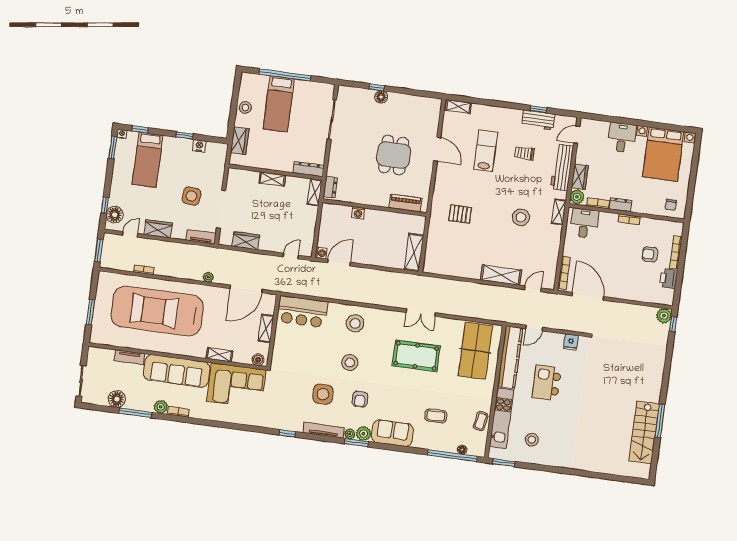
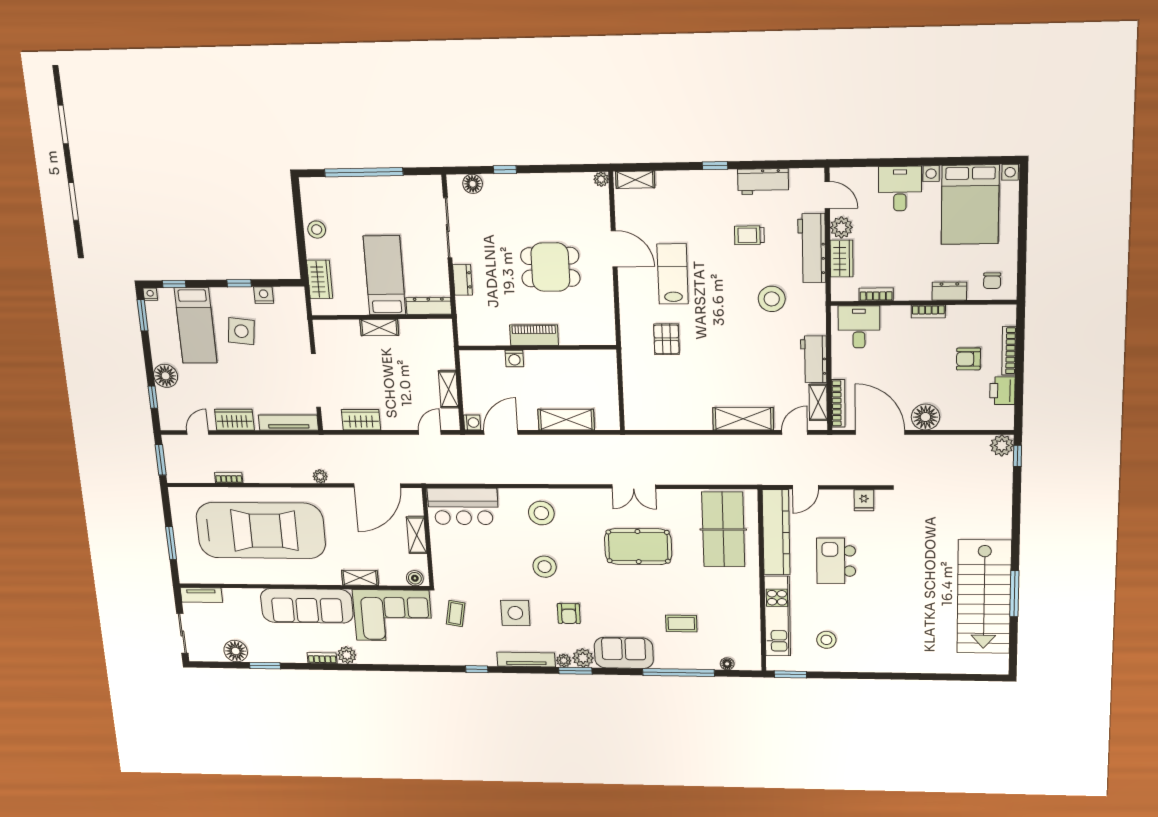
floor lamp: (381, 97) -> (473, 184), moved
plant: (437, 103) -> (601, 179), added
bed: (279, 104) -> (385, 275), moved, turned 180
window: (538, 109) -> (715, 166), moved
door: (577, 135) -> (827, 195), swing flipped
lab bench: (486, 151) -> (673, 274), moved
dining table: (394, 155) -> (550, 267), turned 90
dresser: (330, 187) -> (463, 280), moved
shelving: (315, 192) -> (448, 389), moved
side table: (191, 196) -> (241, 331), moved
plant: (577, 197) -> (841, 227), moved
piano: (405, 203) -> (534, 335), moved
dresser: (620, 205) -> (949, 291), moved
shelving: (559, 212) -> (818, 402), moved
pallet: (460, 214) -> (666, 339), turned 90
floor lamp: (115, 215) -> (166, 376), moved
stool: (521, 217) -> (772, 299), moved
tv unit: (201, 237) -> (288, 423), width x1.41
workbench: (553, 241) -> (814, 359), added
shelving: (414, 252) -> (566, 420), moved, turned 90
floor lamp: (618, 290) -> (925, 417), added
car: (157, 311) -> (261, 531), turned 180
tv unit: (129, 357) -> (201, 595), moved
plant: (161, 407) -> (347, 655), moved
window: (136, 413) -> (265, 666), width x0.69
coffee table: (481, 421) -> (456, 614), moved
stairs: (644, 432) -> (984, 597), width x1.36, depth x1.51
window: (452, 456) -> (679, 673), moved

